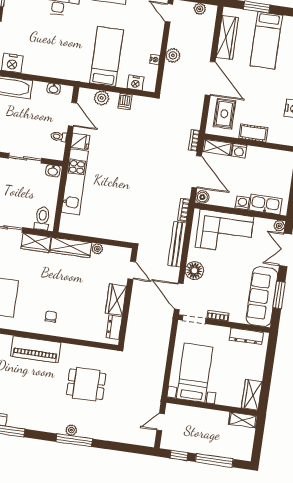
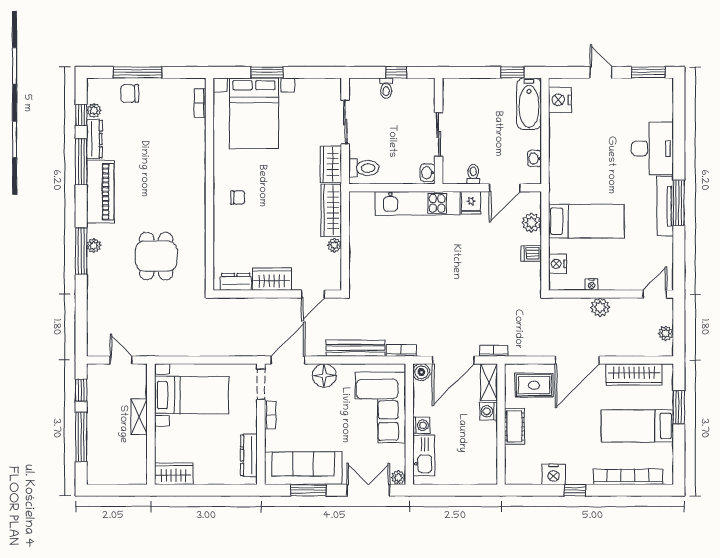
piano: (36, 349) -> (100, 192), moved, turned 180
shelving: (243, 420) -> (139, 417), moved

